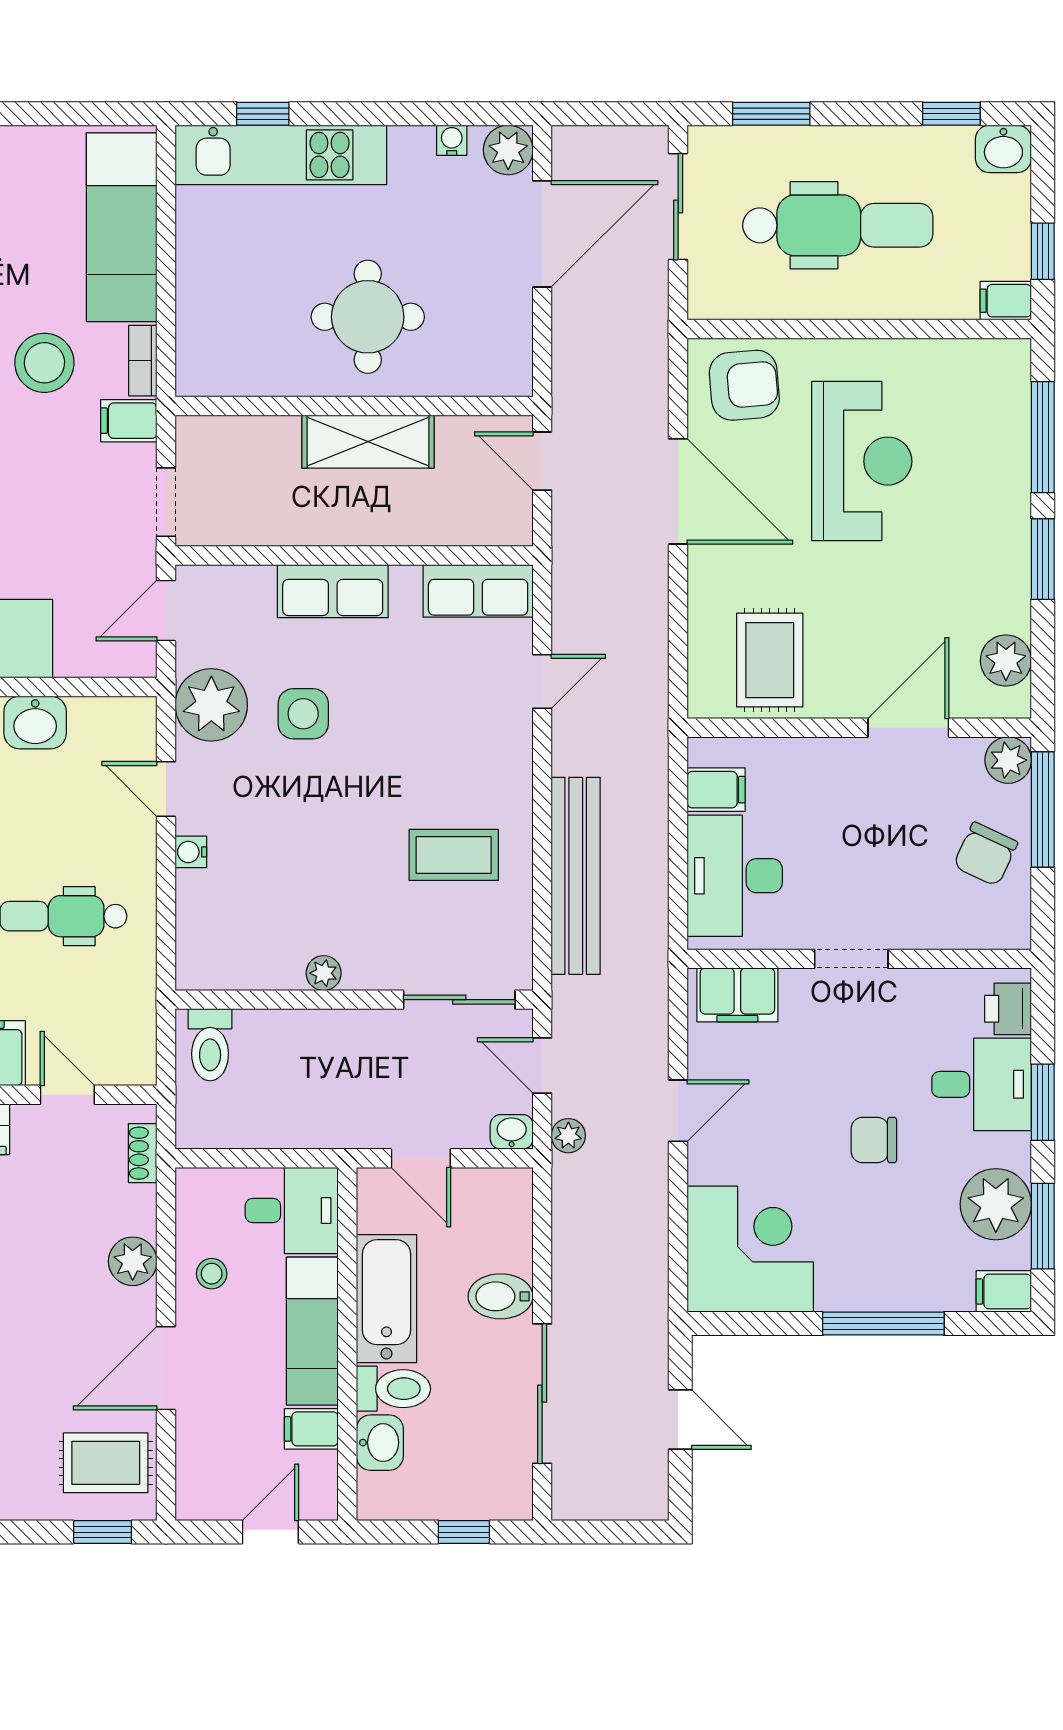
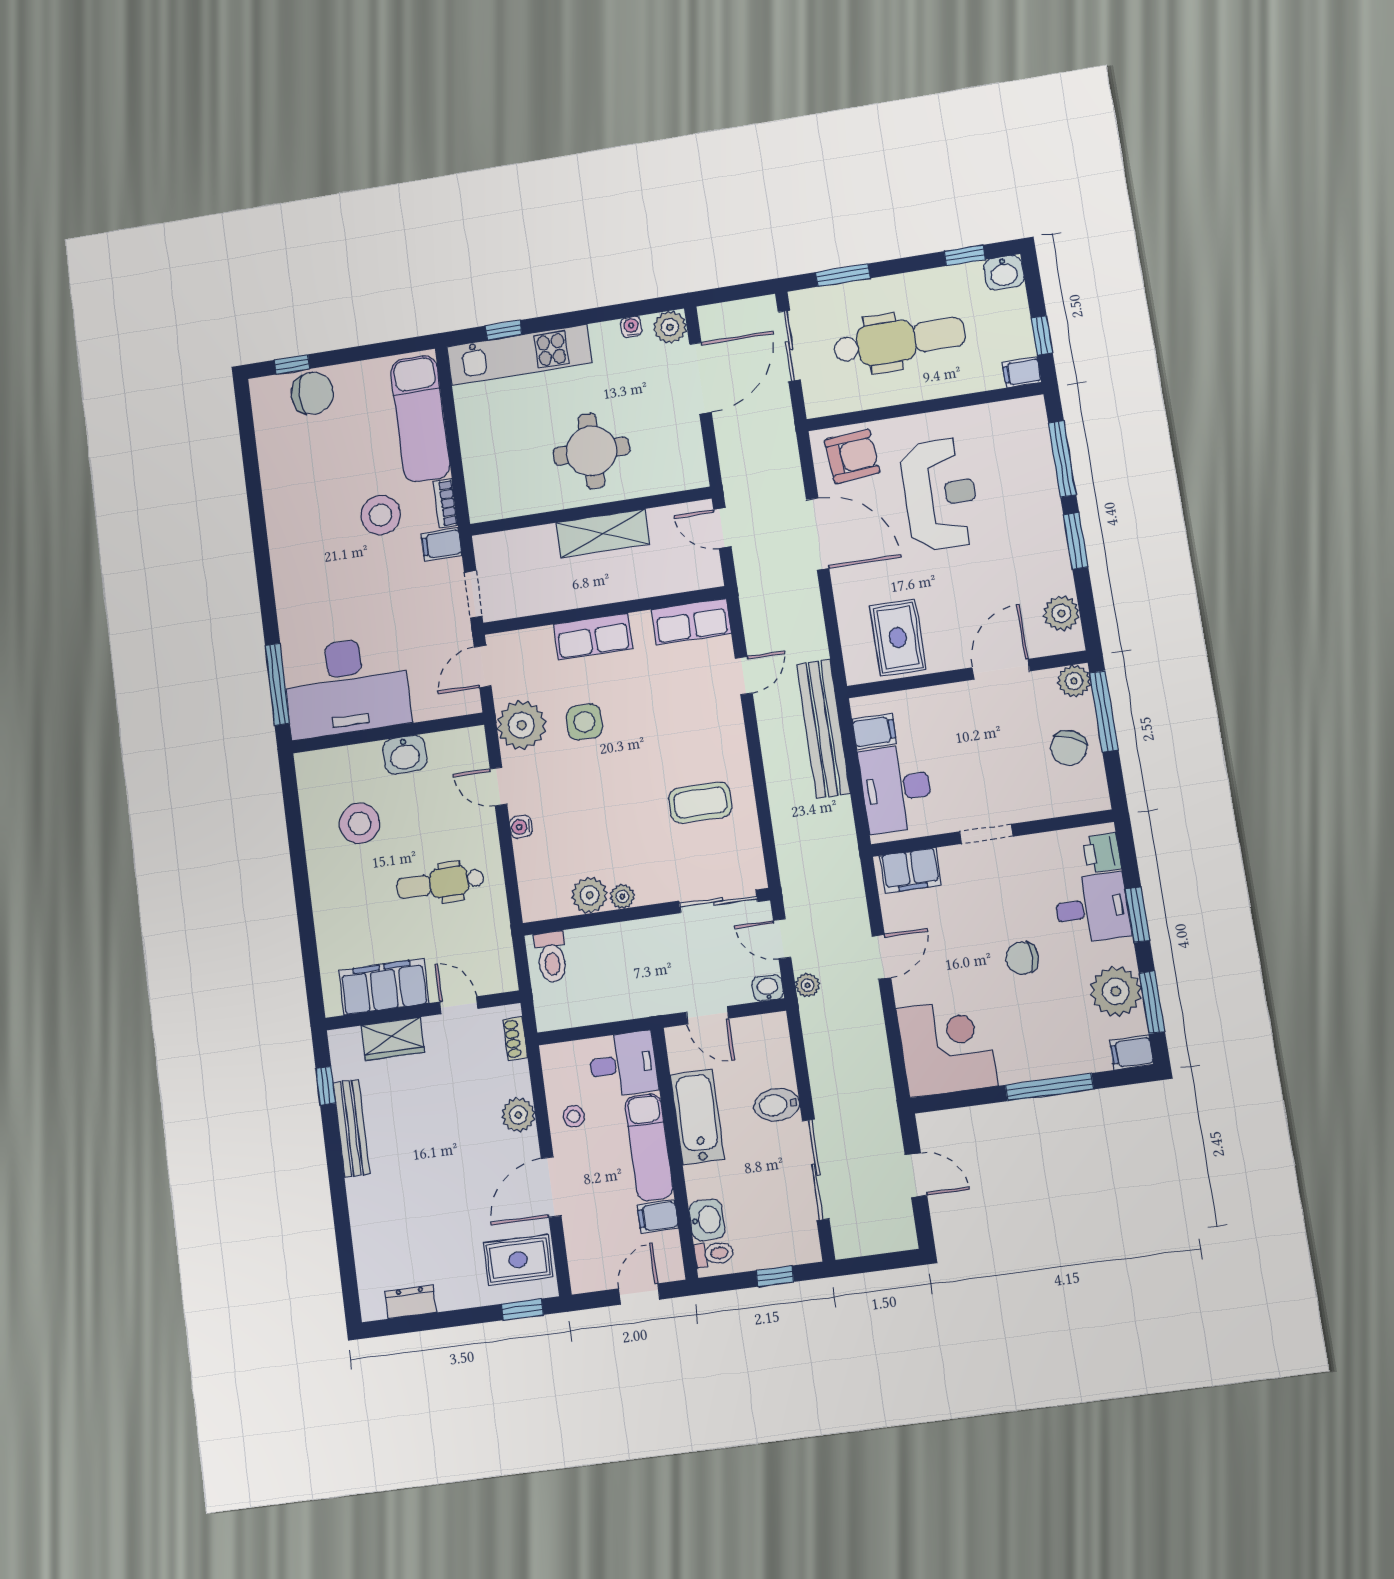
bench: (576, 876) -> (823, 729), moved
plant: (277, 965) -> (590, 895), added
toilet: (393, 1389) -> (714, 1254), moved, width x0.73, depth x0.72

